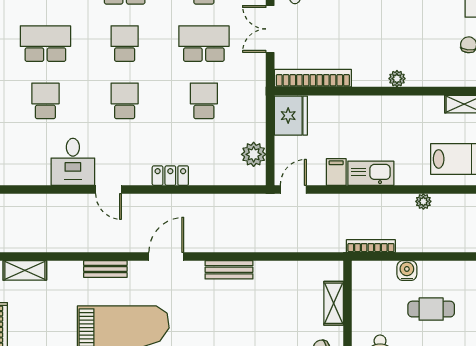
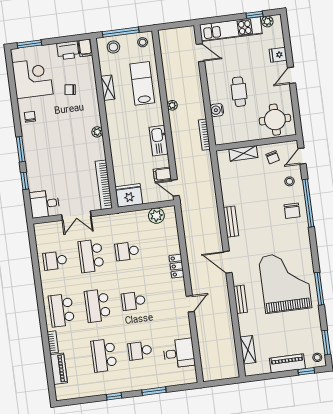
school desk: (125, 44) -> (97, 306), width x1.85
desk: (73, 162) -> (179, 353), moved
filing cabinet: (336, 172) -> (162, 174), moved

